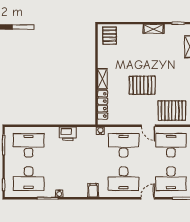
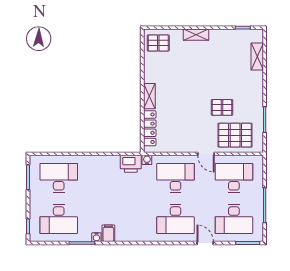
shelving: (153, 29) -> (196, 35), moved
pallet: (110, 36) -> (158, 43), turned 90
pallet: (142, 85) -> (222, 107), moved, width x0.67, depth x0.71
printer: (68, 134) -> (131, 164), moved
filing cabinet: (93, 190) -> (108, 233), moved
door: (148, 198) -> (205, 243), hinge flipped

